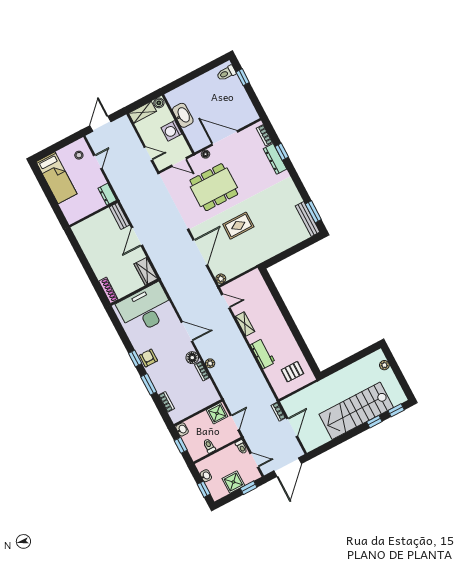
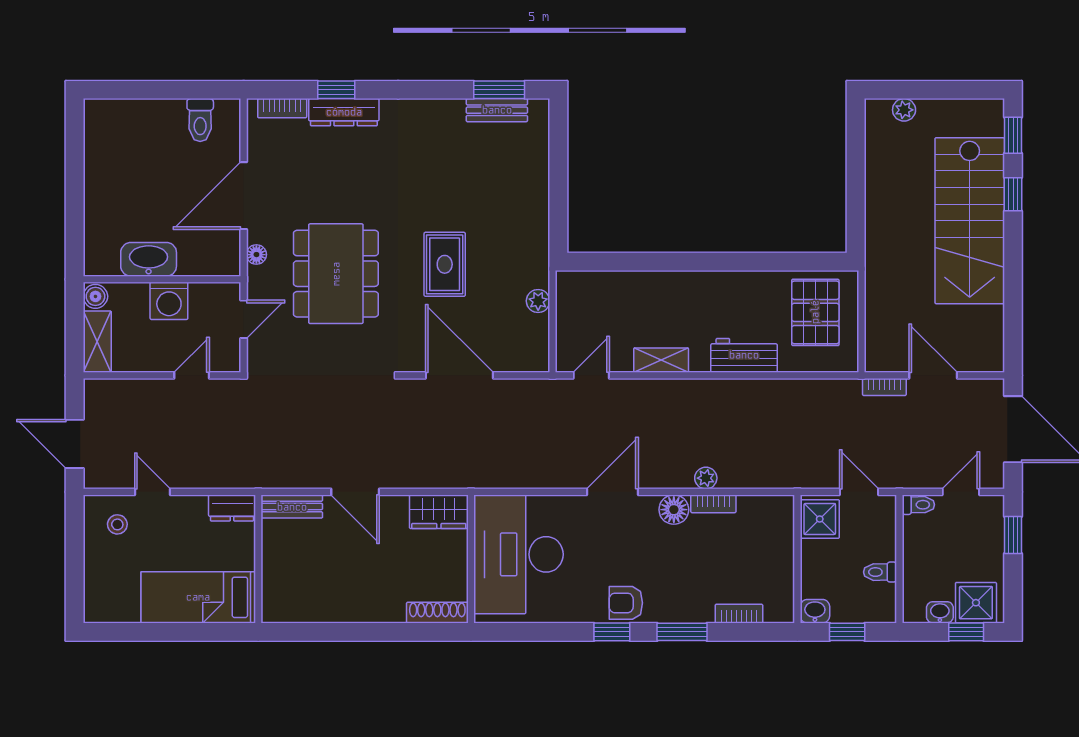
toilet: (226, 73) -> (200, 120), moved
window: (243, 77) -> (134, 90), removed
bed: (57, 178) -> (198, 597), moved, turned 180
bench: (308, 219) -> (497, 110), width x0.73
plant: (221, 279) -> (538, 301), moved
pallet: (292, 372) -> (815, 312), width x1.50, depth x1.42
shower: (233, 482) -> (976, 603), moved

